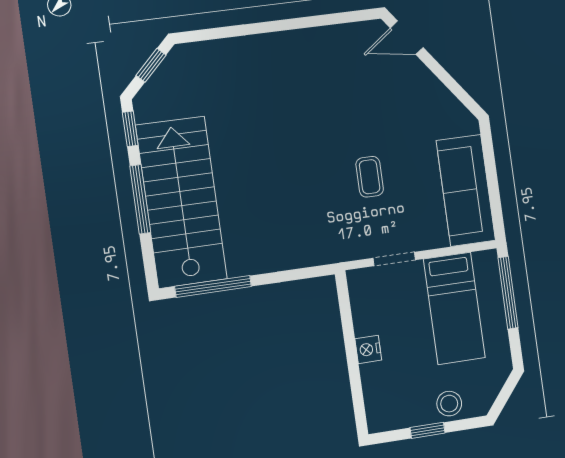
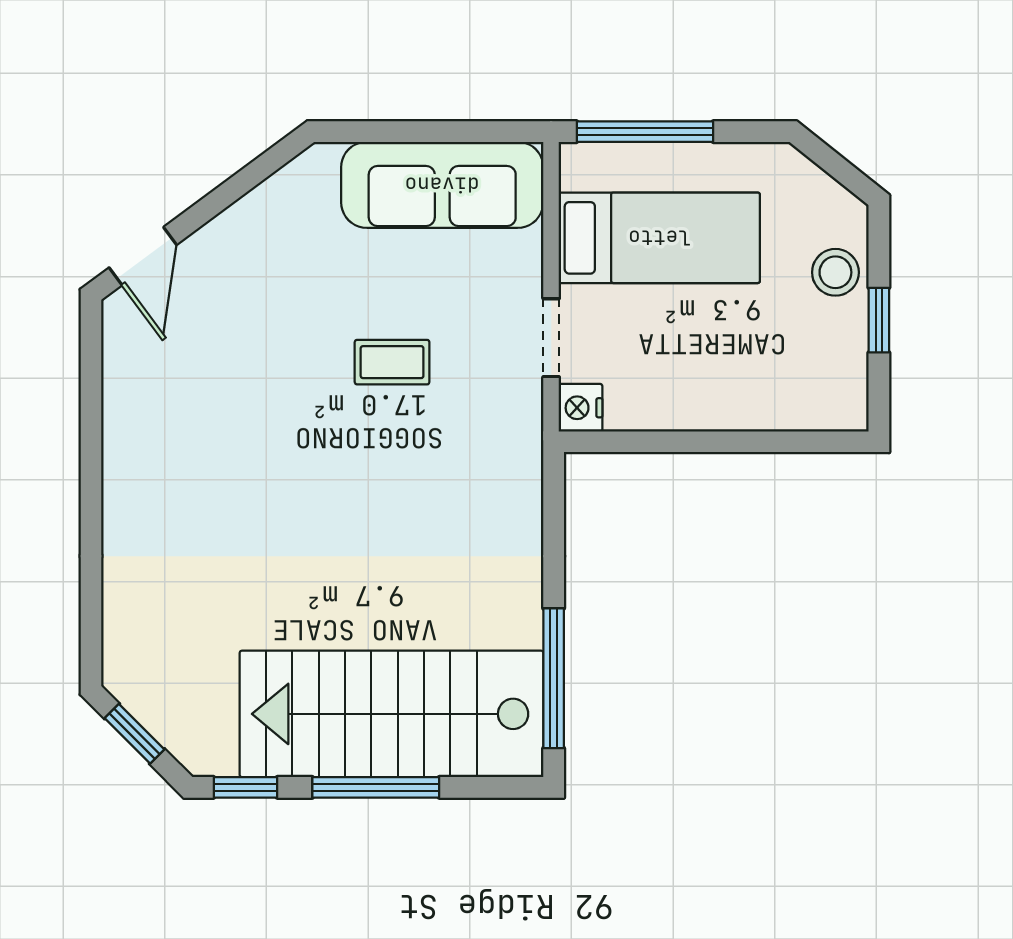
nightstand: (368, 349) -> (581, 408), moved, turned 90

